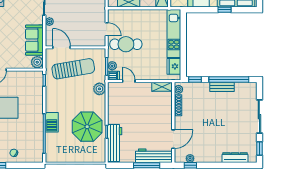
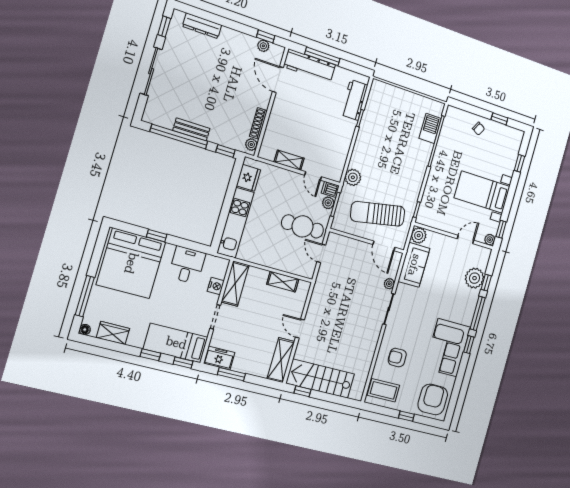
shelving: (162, 87) -> (289, 160), moved
barbecue: (52, 122) -> (430, 128), moved
parasol: (87, 127) -> (382, 133), removed
door: (173, 139) -> (278, 80), hinge flipped
workbench: (115, 143) -> (354, 100), width x0.73

